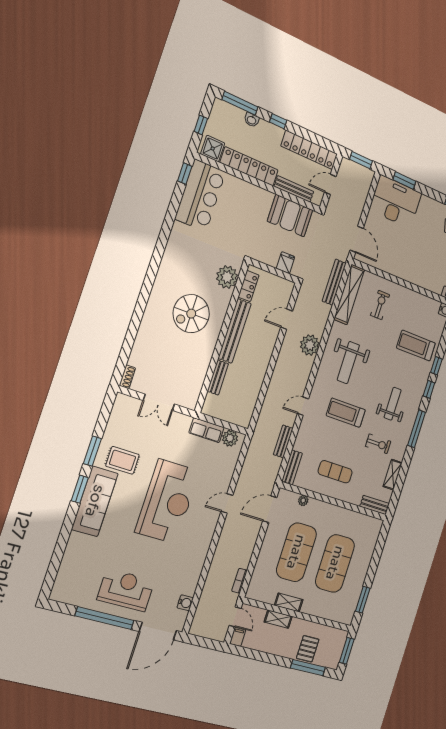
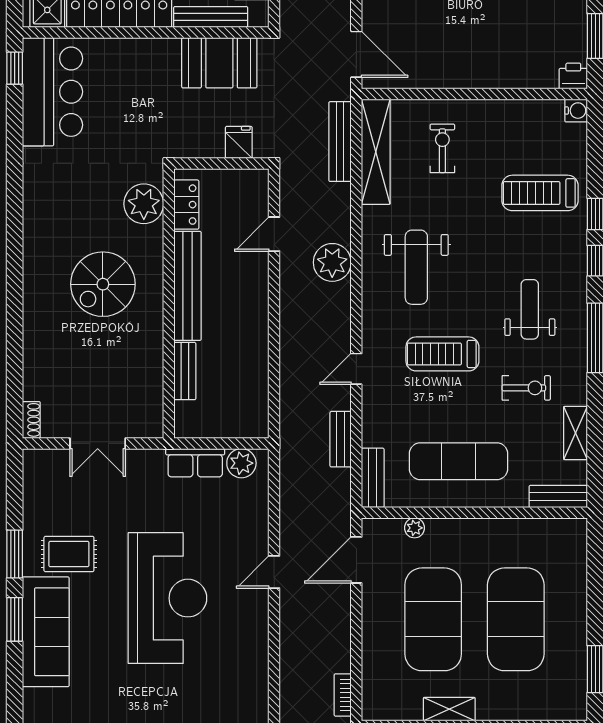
exercise mat: (335, 472) -> (458, 461), width x1.36, depth x1.45

